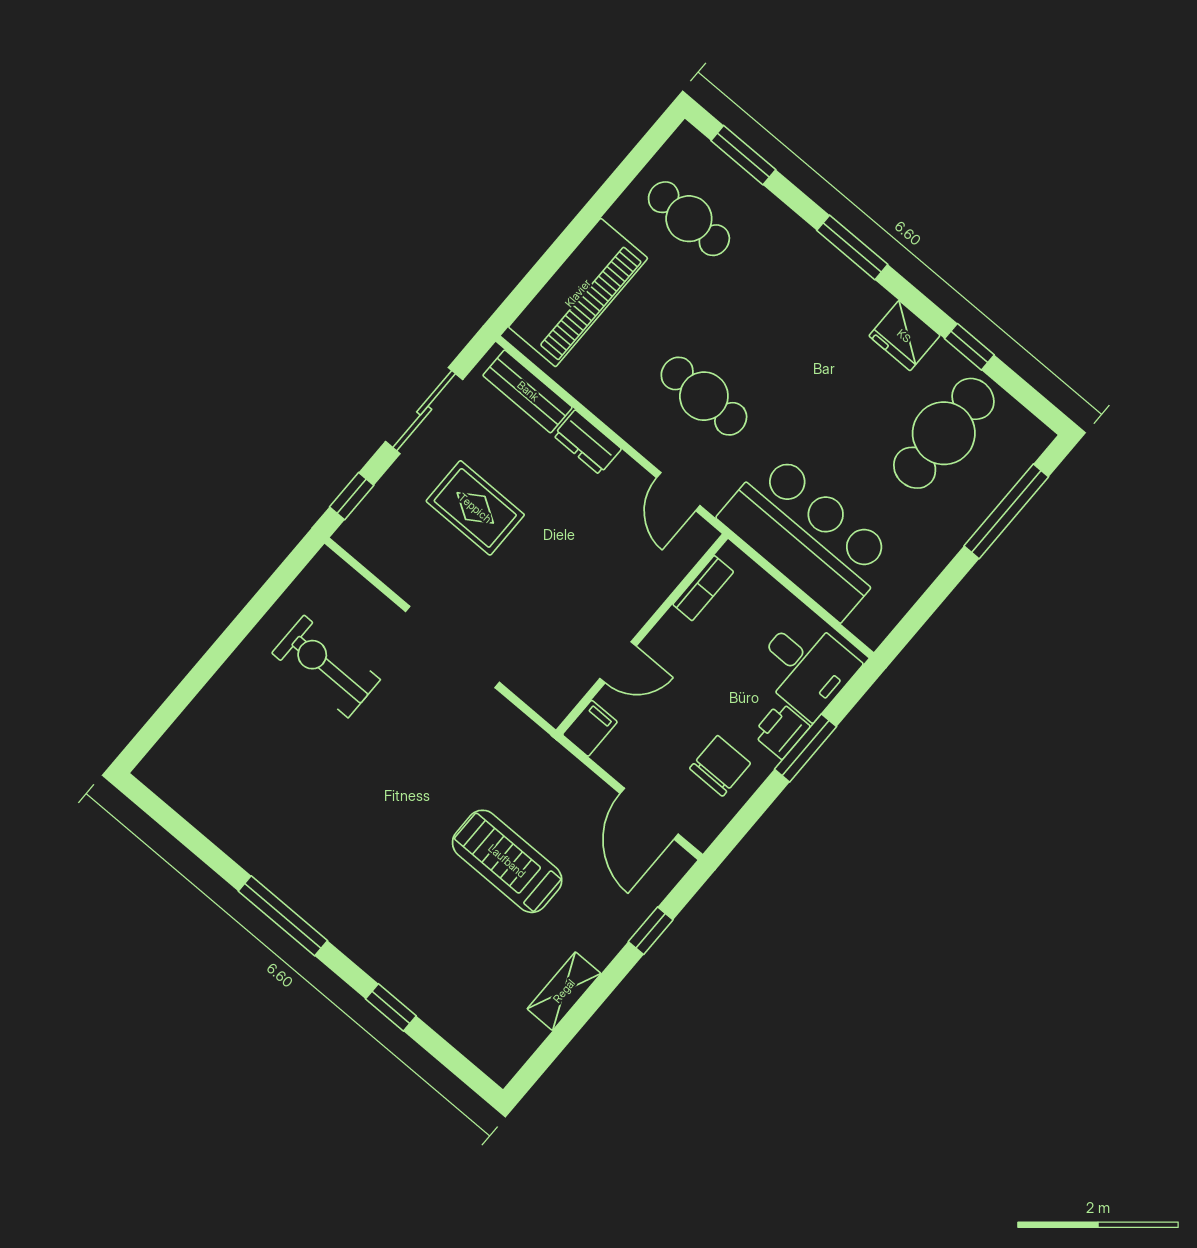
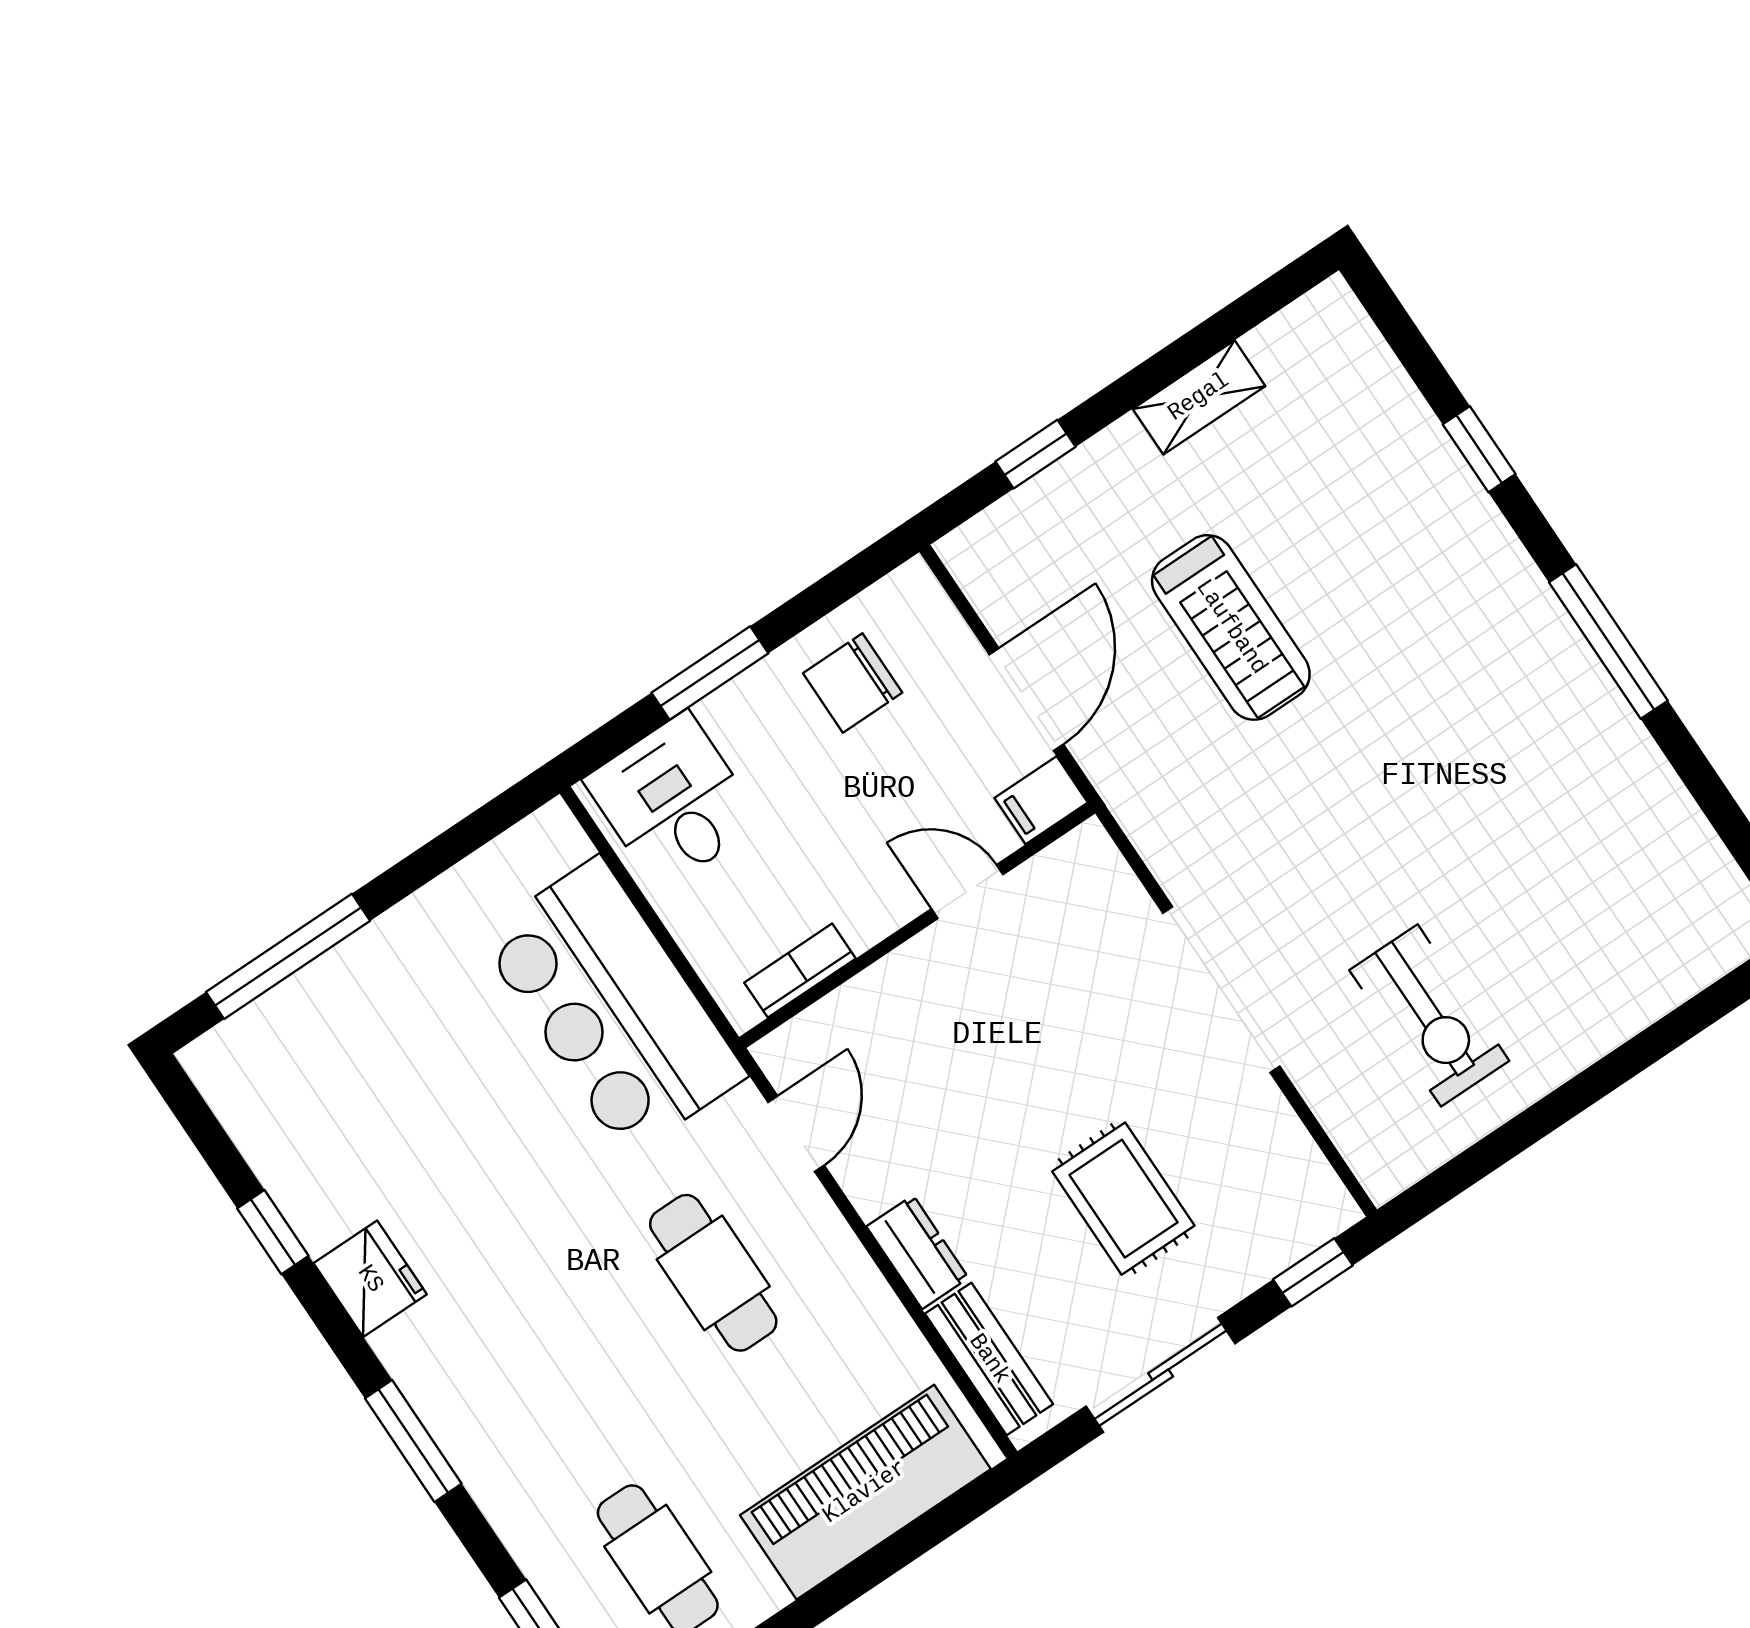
cafe table: (944, 433) -> (352, 1107), removed
printer: (781, 730) -> (741, 712), removed
door: (649, 814) -> (1026, 699), moved

